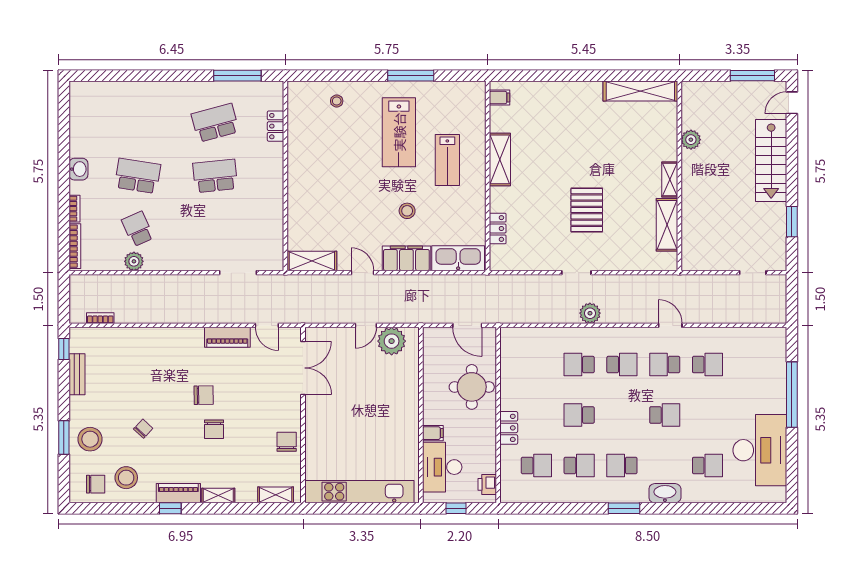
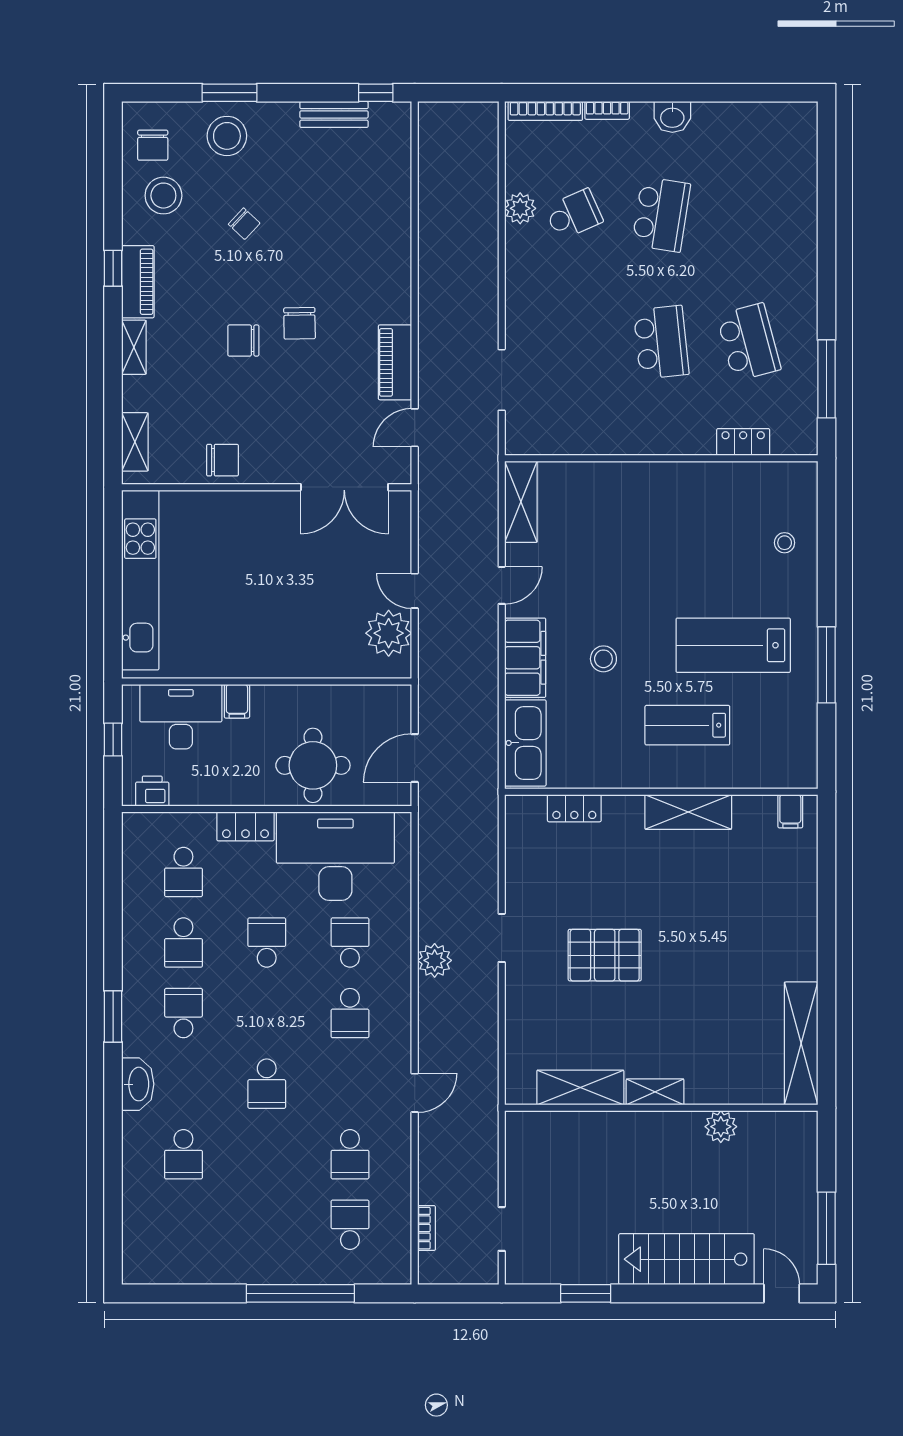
bookcase: (100, 318) -> (426, 1228), moved
school desk: (665, 365) -> (350, 1225), moved
desk: (760, 450) -> (335, 856), moved, turned 180

